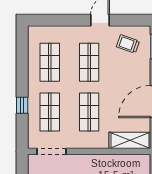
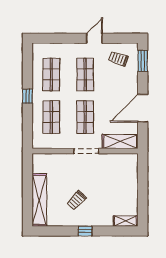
window: (22, 105) -> (27, 96), moved
doorway: (52, 151) -> (86, 151), moved

